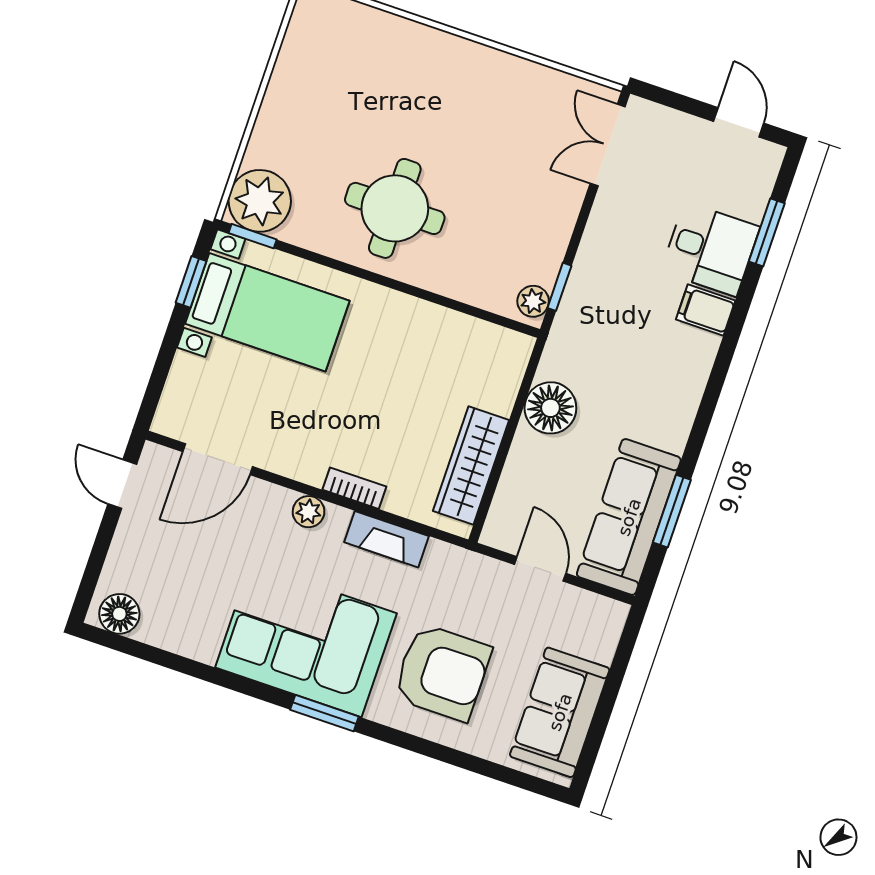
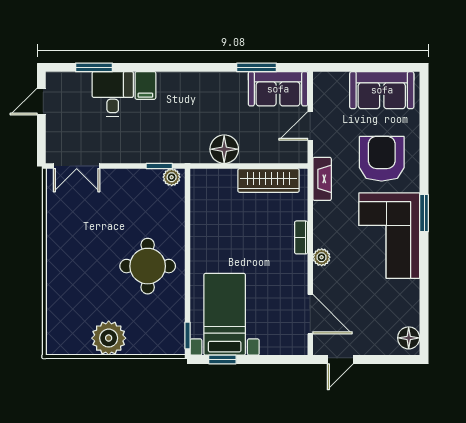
plant: (260, 201) -> (109, 338), moved
sofa: (629, 517) -> (278, 89), width x0.73
fireplace: (386, 539) -> (322, 179), moved

